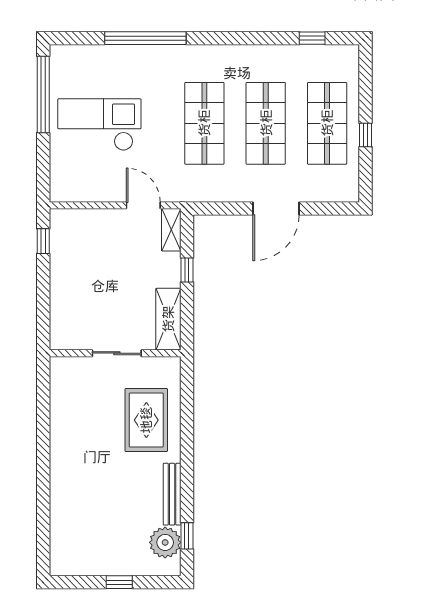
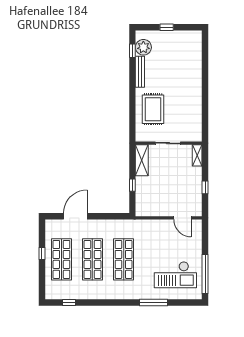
window: (145, 38) -> (153, 303), width x0.68
checkout: (99, 125) -> (175, 275), moved
door: (143, 205) -> (182, 218), moved
door: (276, 208) -> (75, 216), moved
shelving: (171, 230) -> (197, 155), moved
window: (43, 241) -> (205, 187), moved

